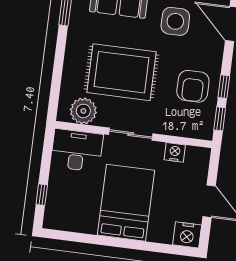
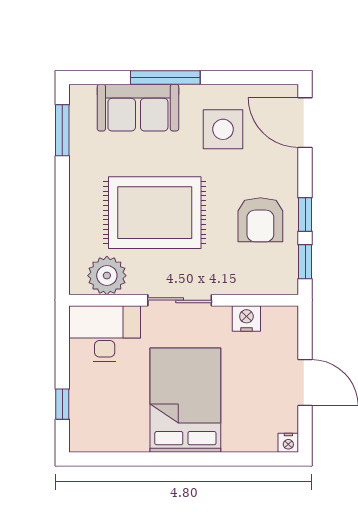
nightstand: (187, 235) -> (288, 443), width x0.53, depth x0.56

